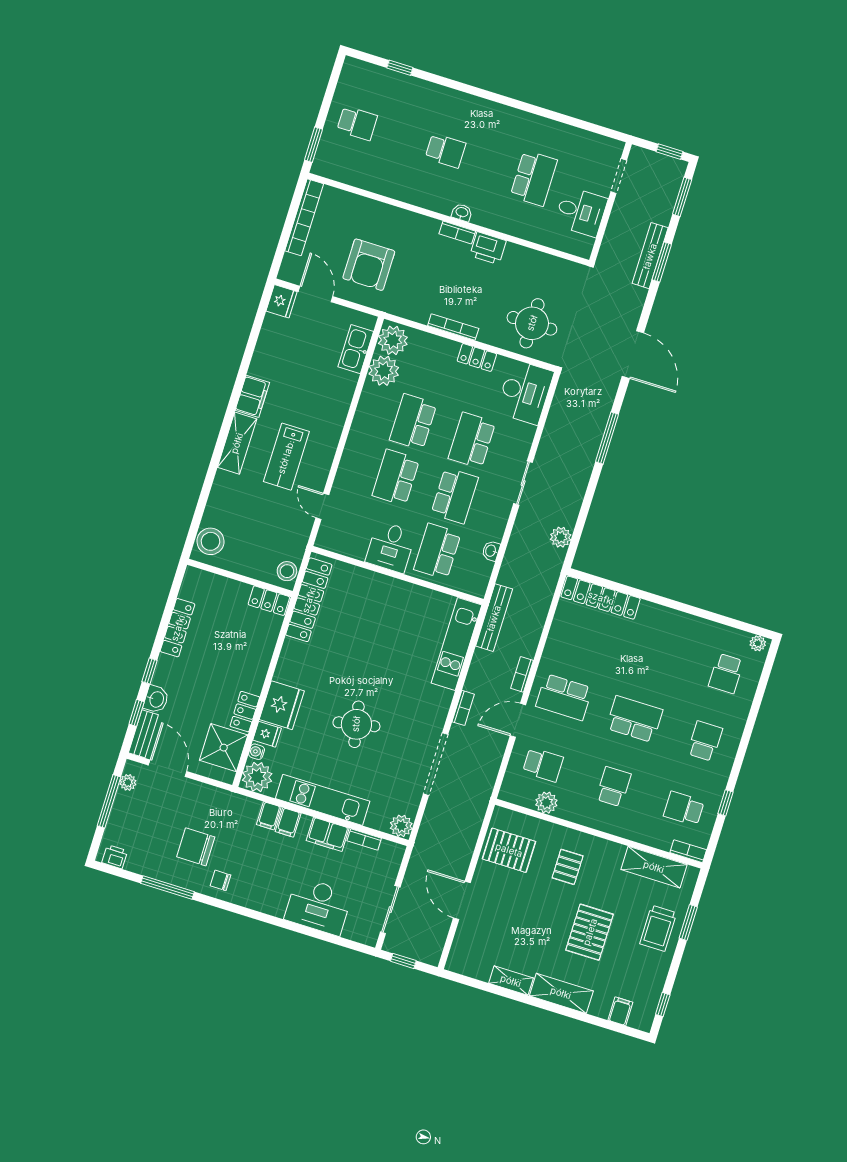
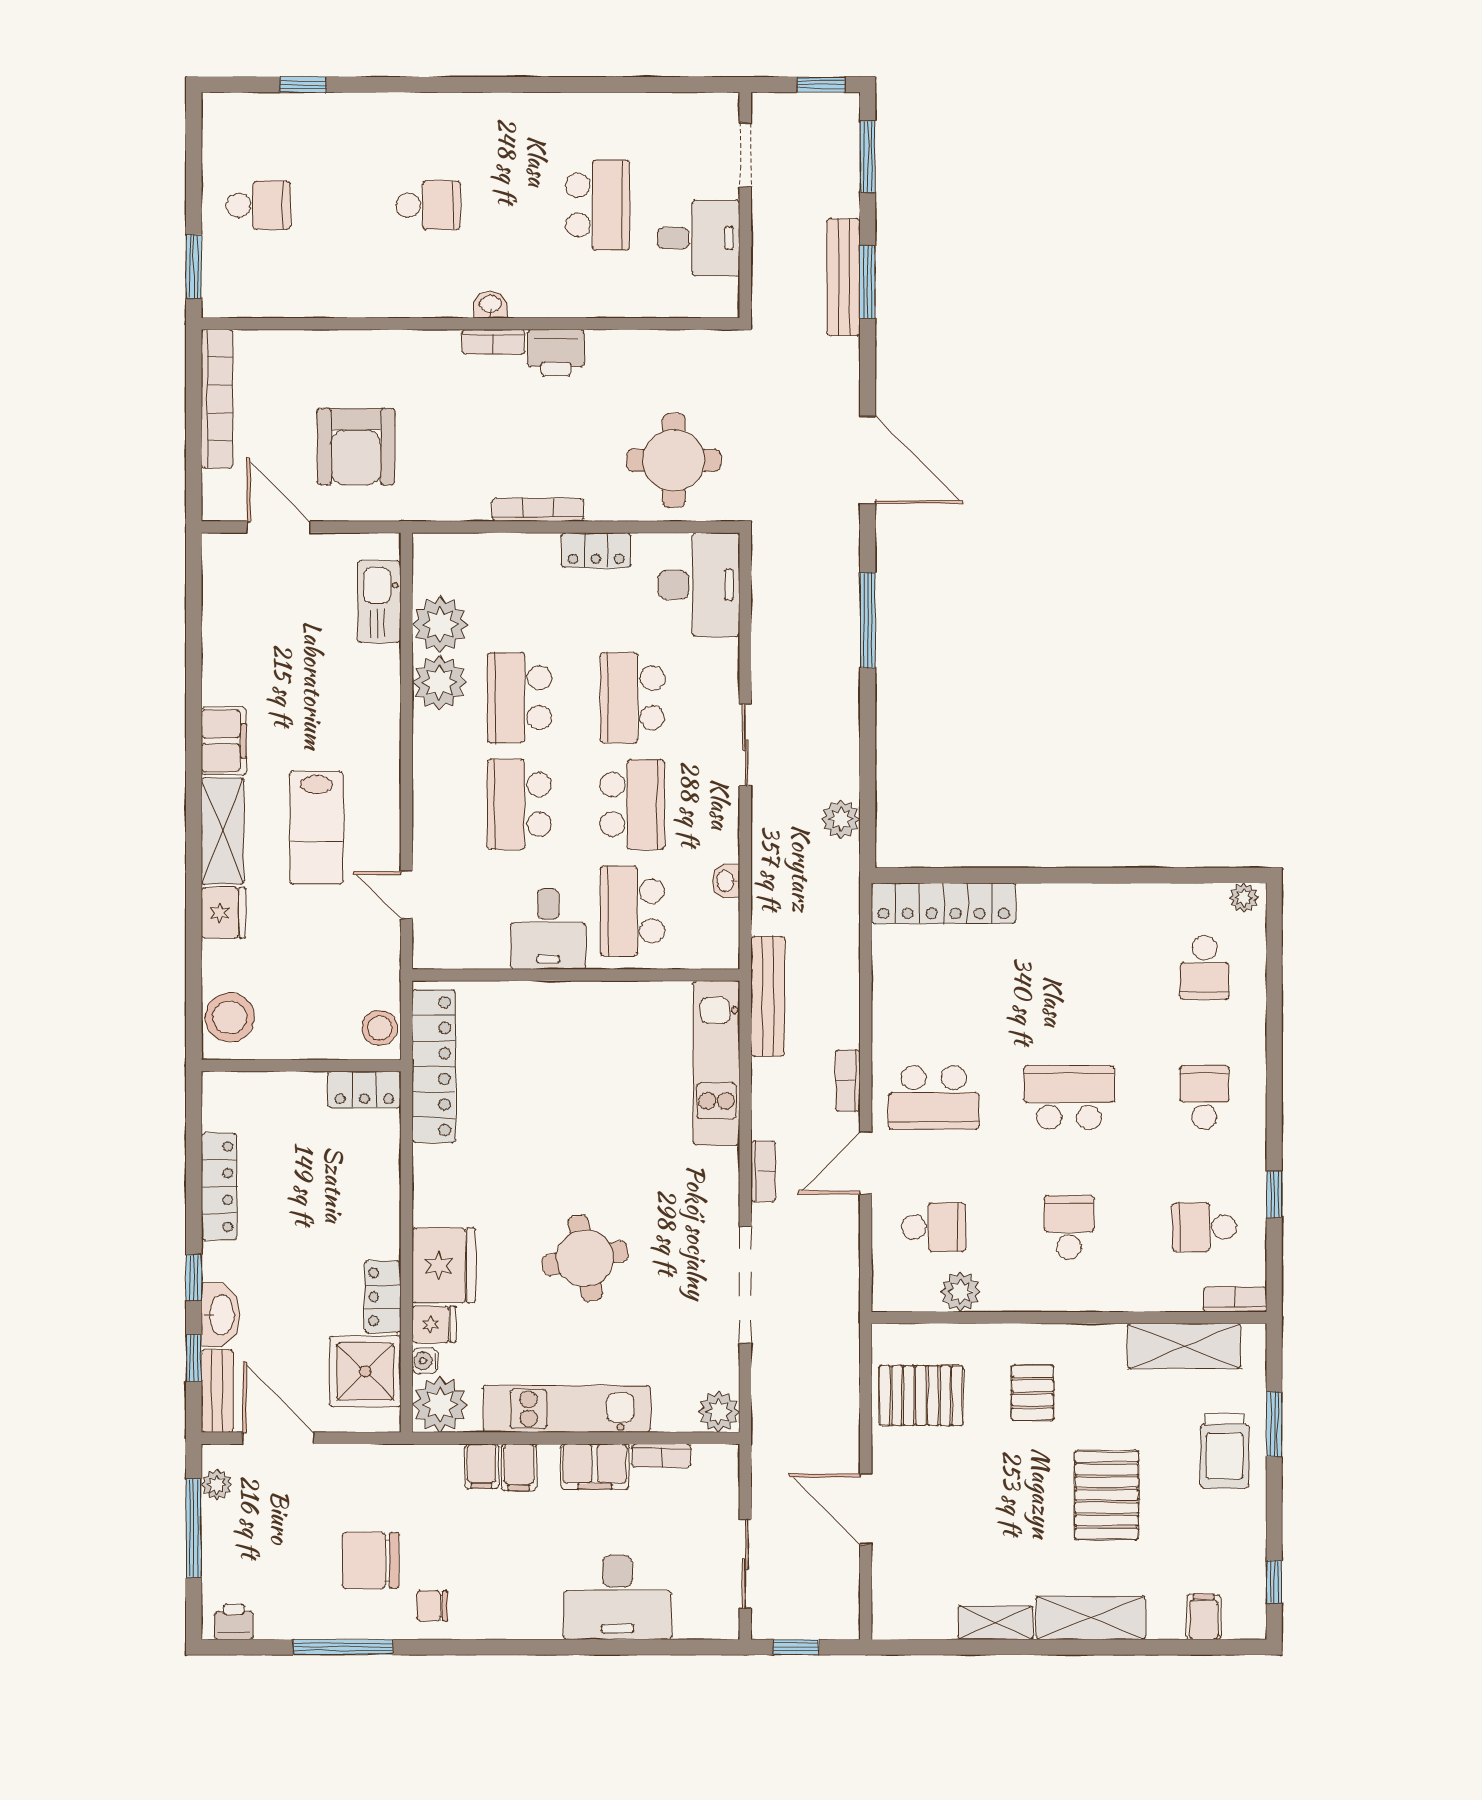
fridge: (282, 301) -> (223, 913), moved
plant: (393, 340) -> (439, 683), moved
washbasin: (156, 699) -> (221, 1315), width x1.38

